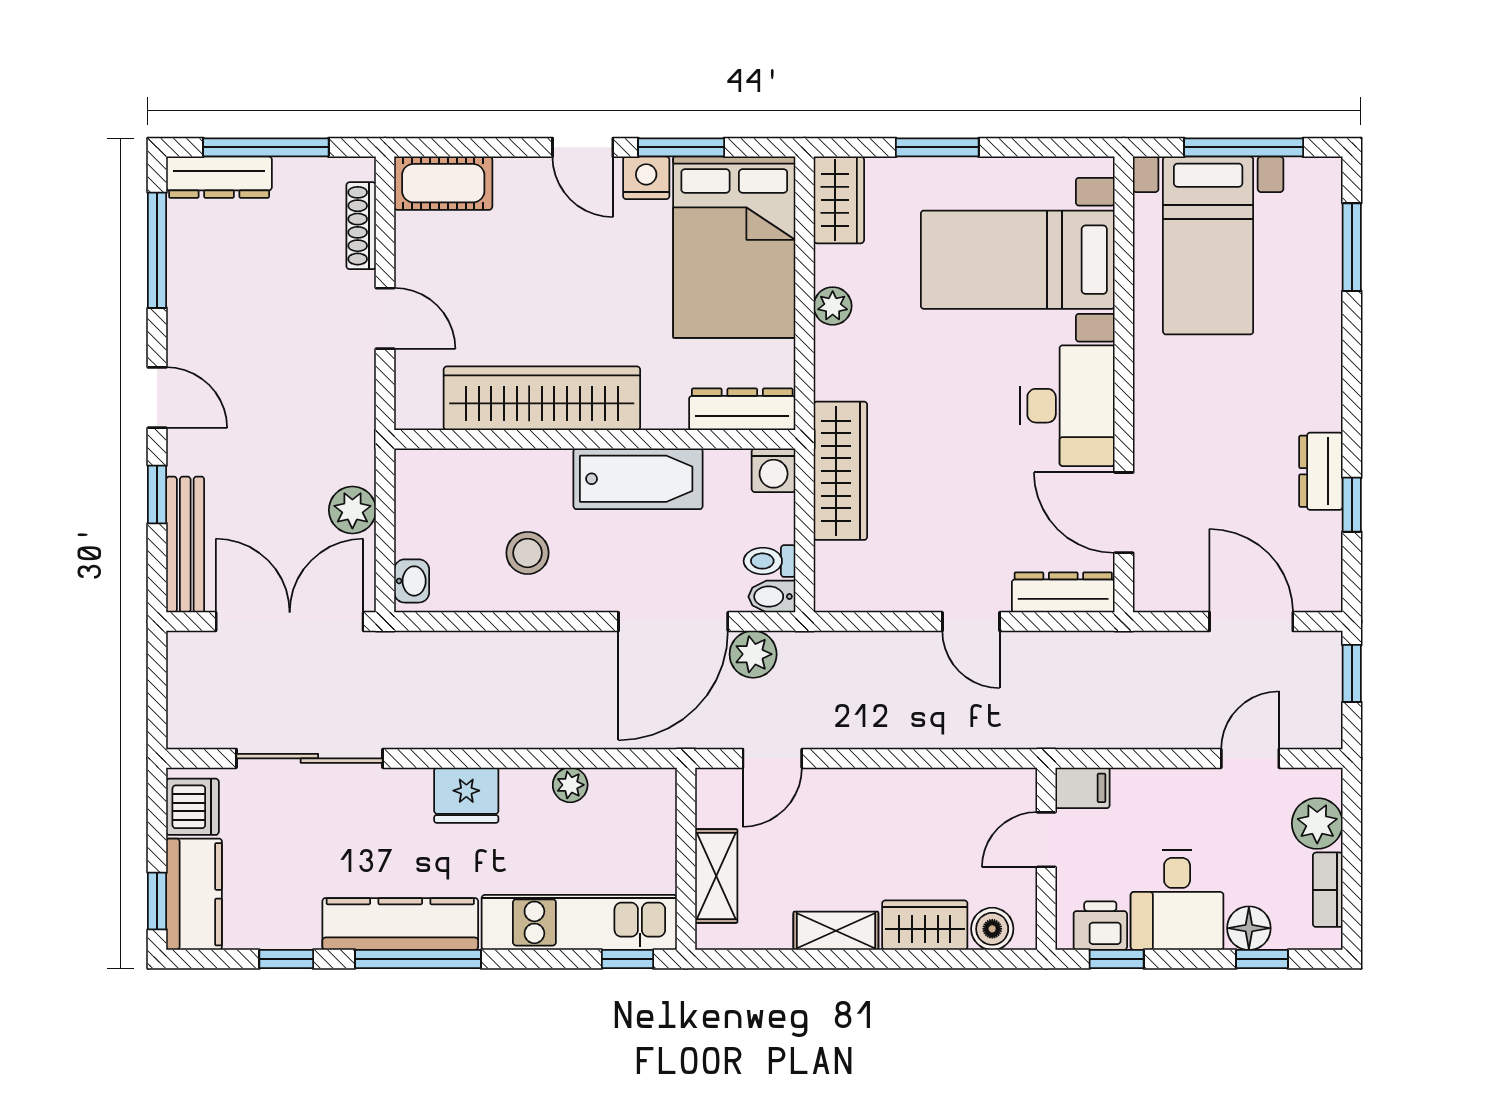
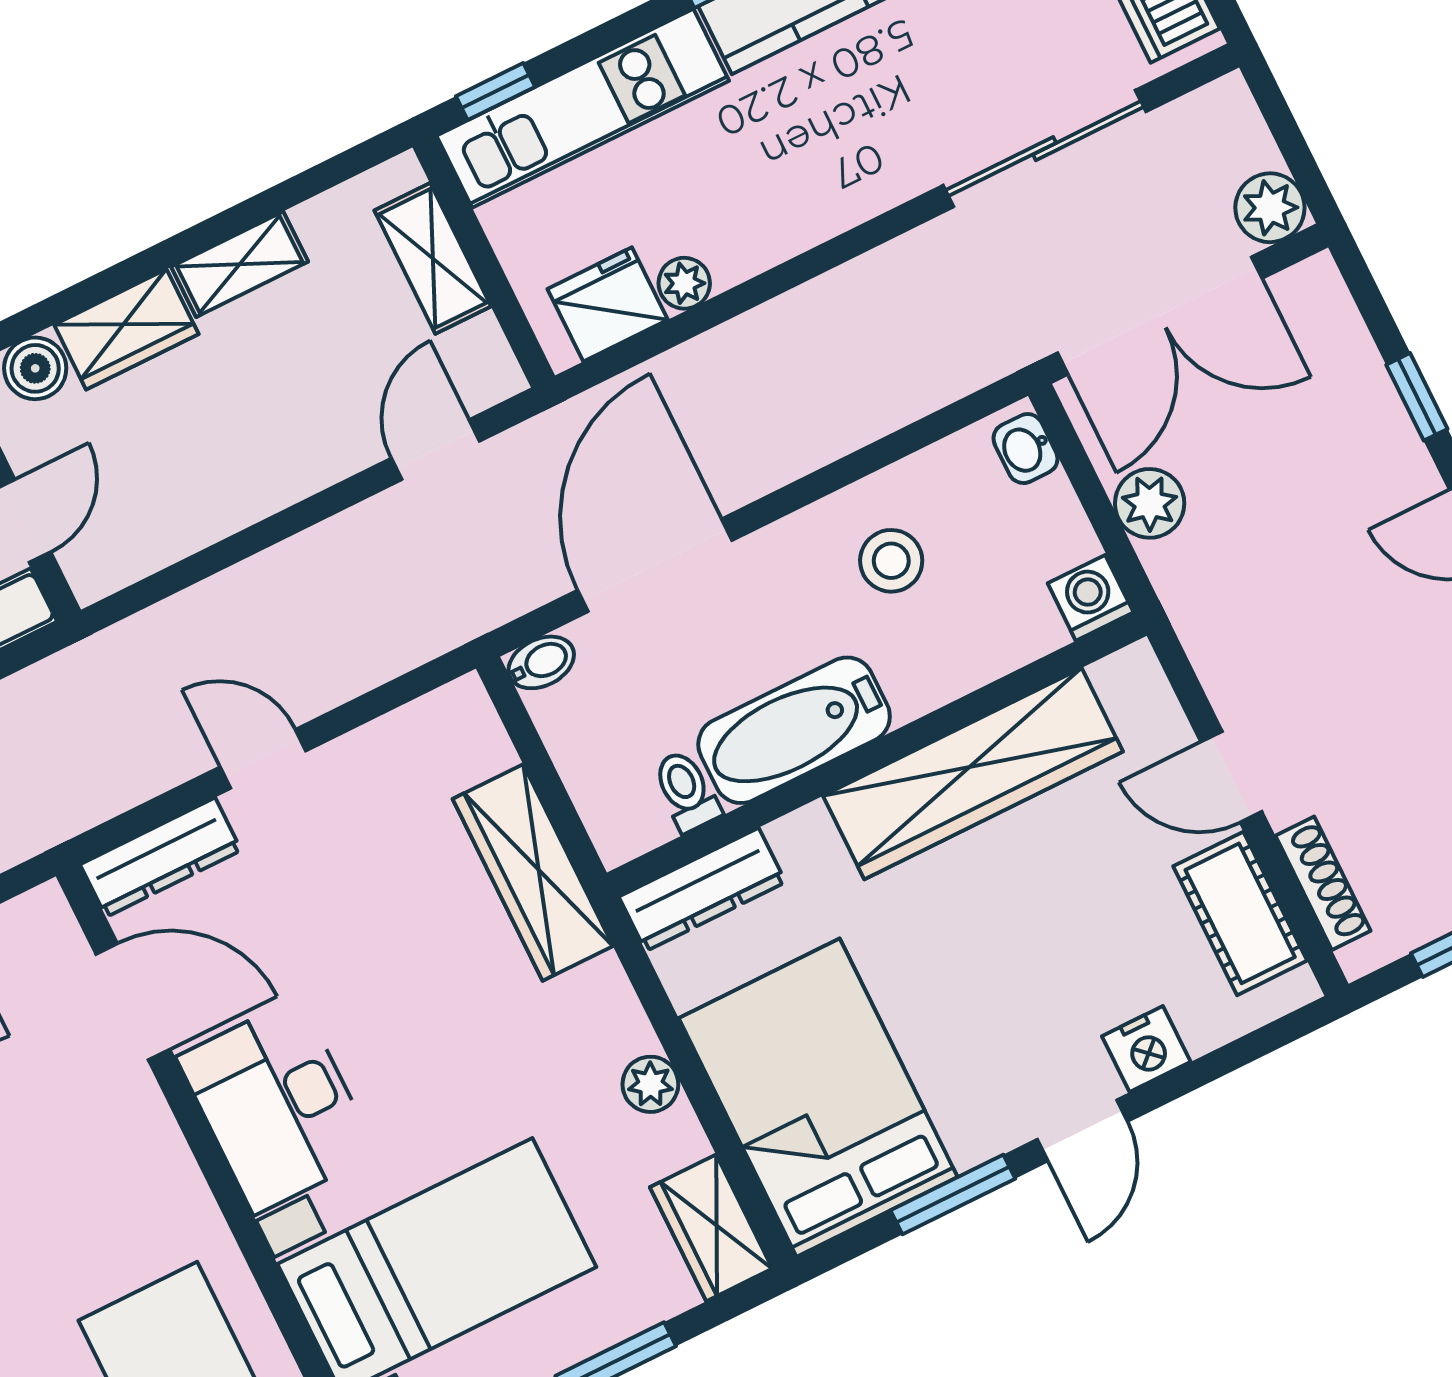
door: (583, 147) -> (1082, 1130), swing flipped
nightstand: (646, 178) -> (1146, 1049), moved
cot: (443, 183) -> (1240, 913), moved, turned 90
washing machine: (774, 470) -> (1091, 598), moved
bench: (185, 545) -> (1347, 349), removed
toilet: (770, 561) -> (686, 791), moved, turned -90
plant: (753, 654) -> (1270, 208), moved
fridge: (466, 795) -> (608, 304), moved

